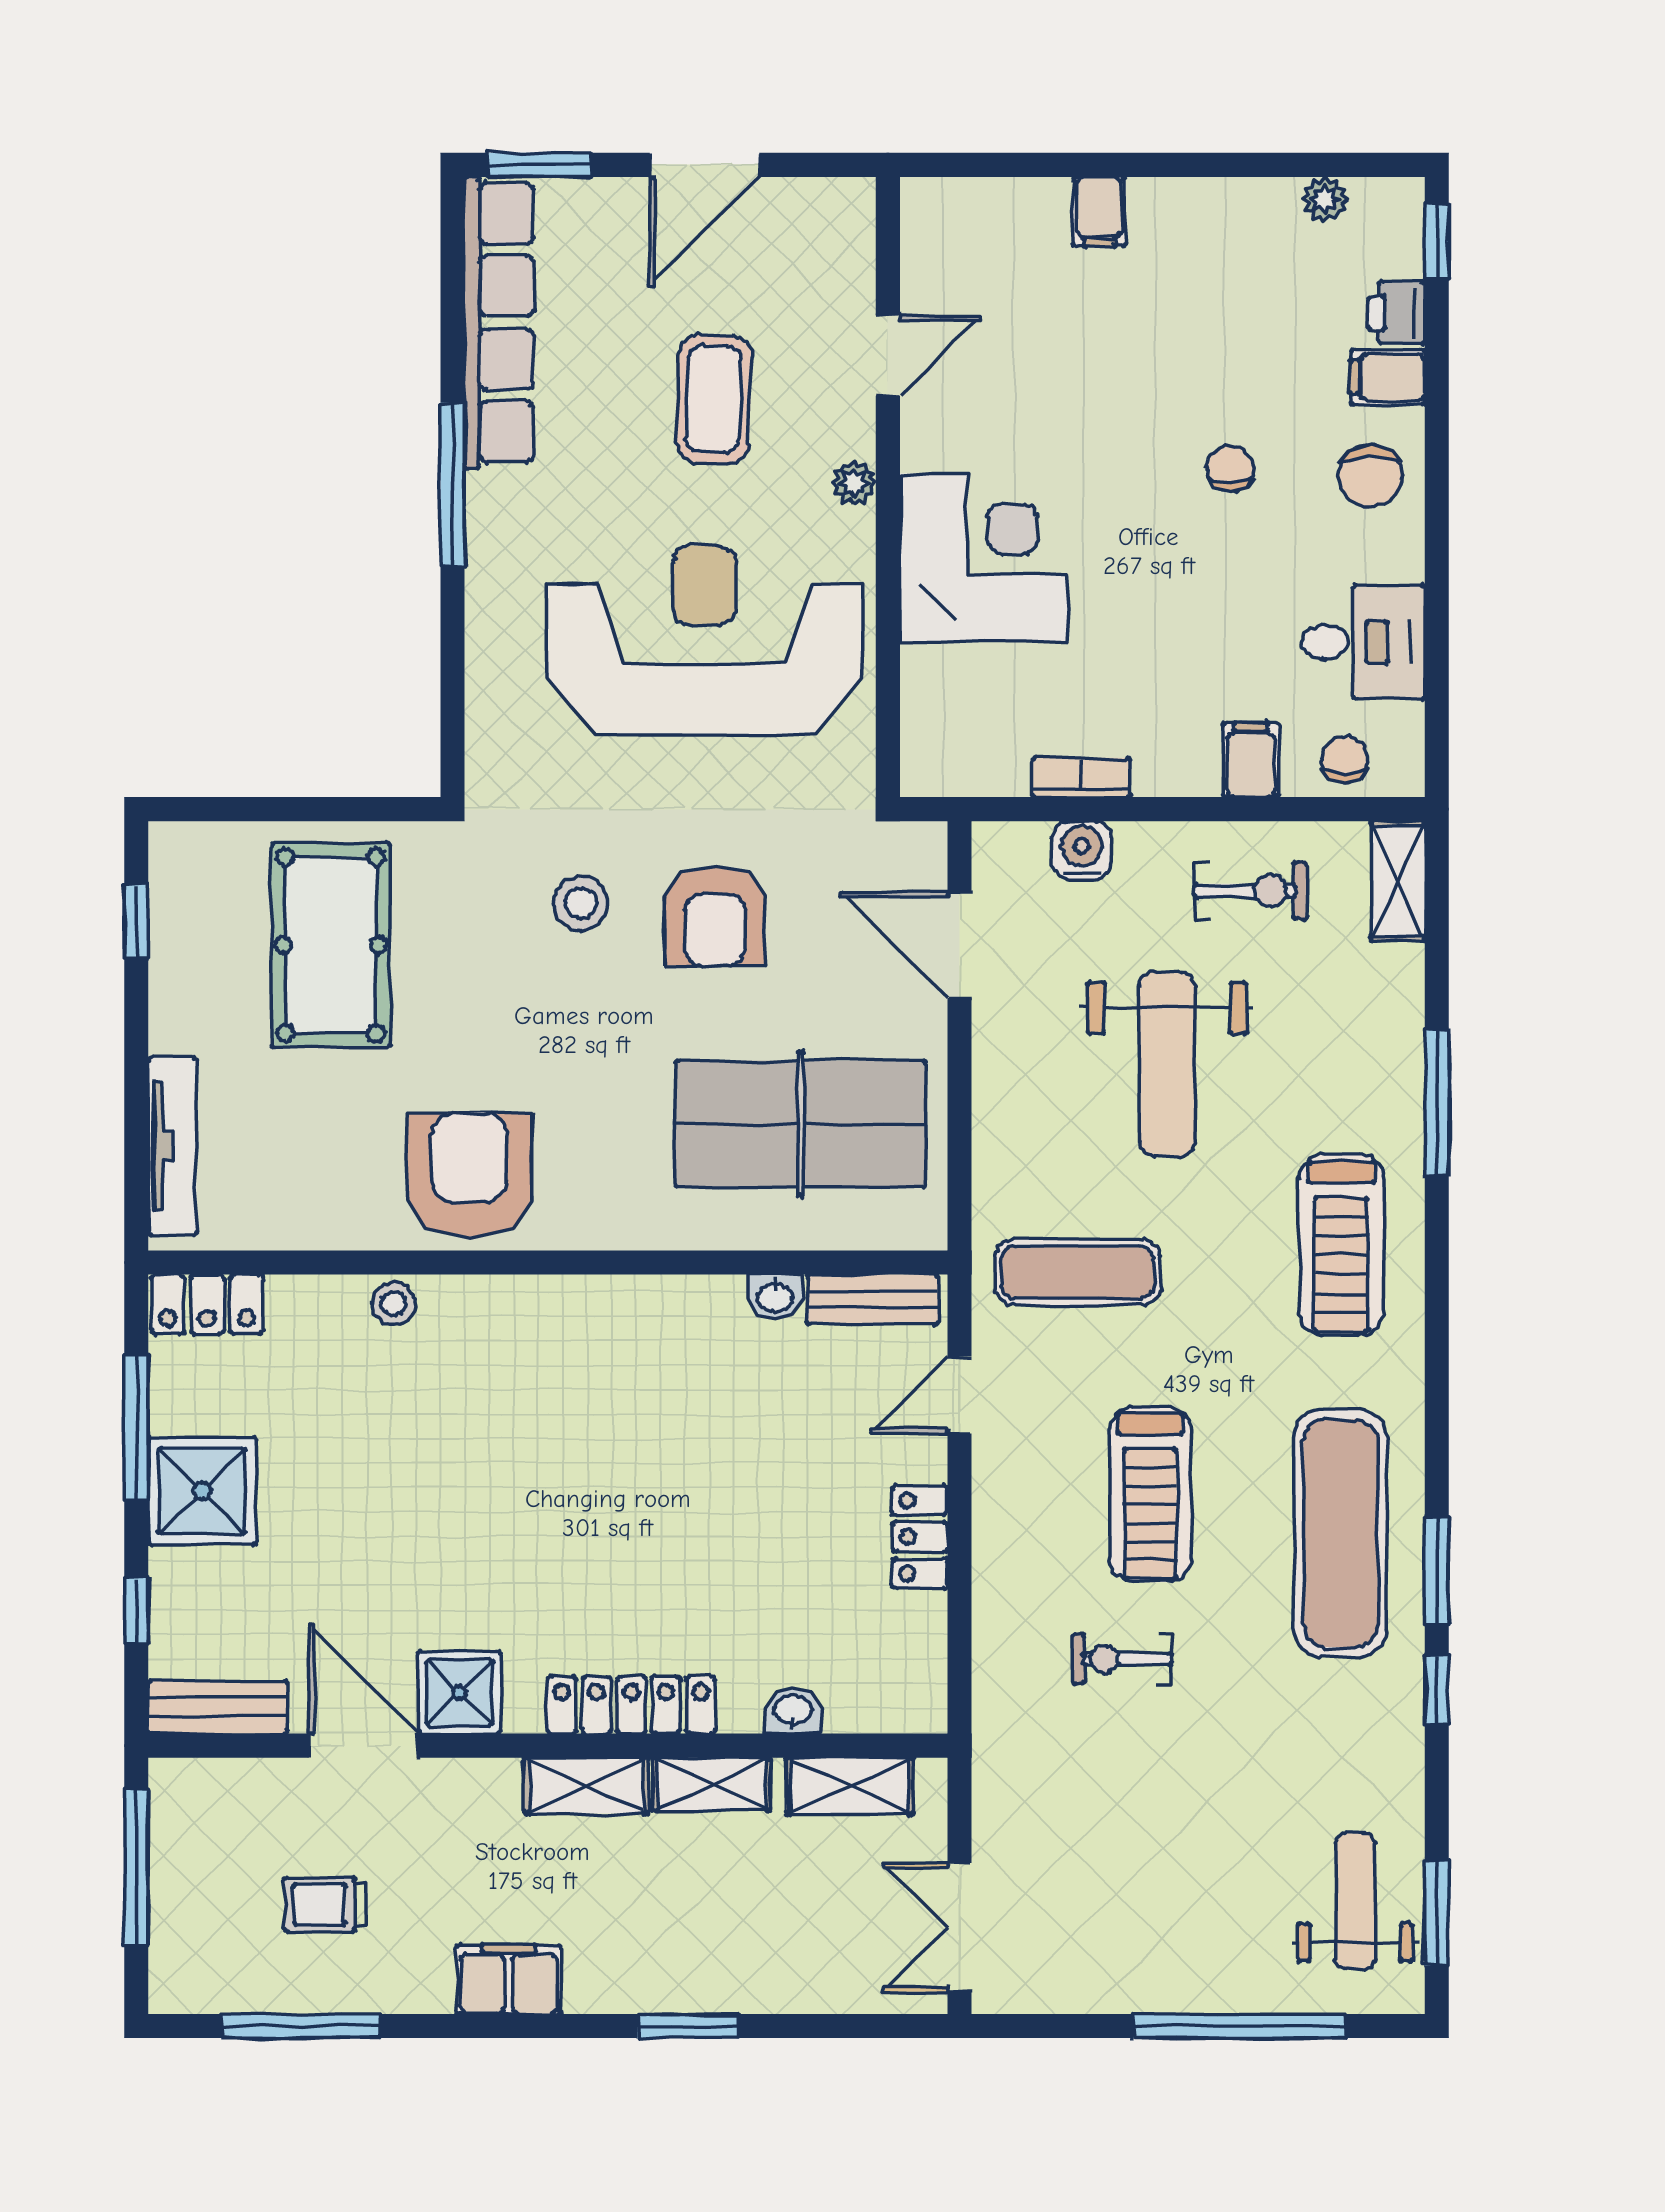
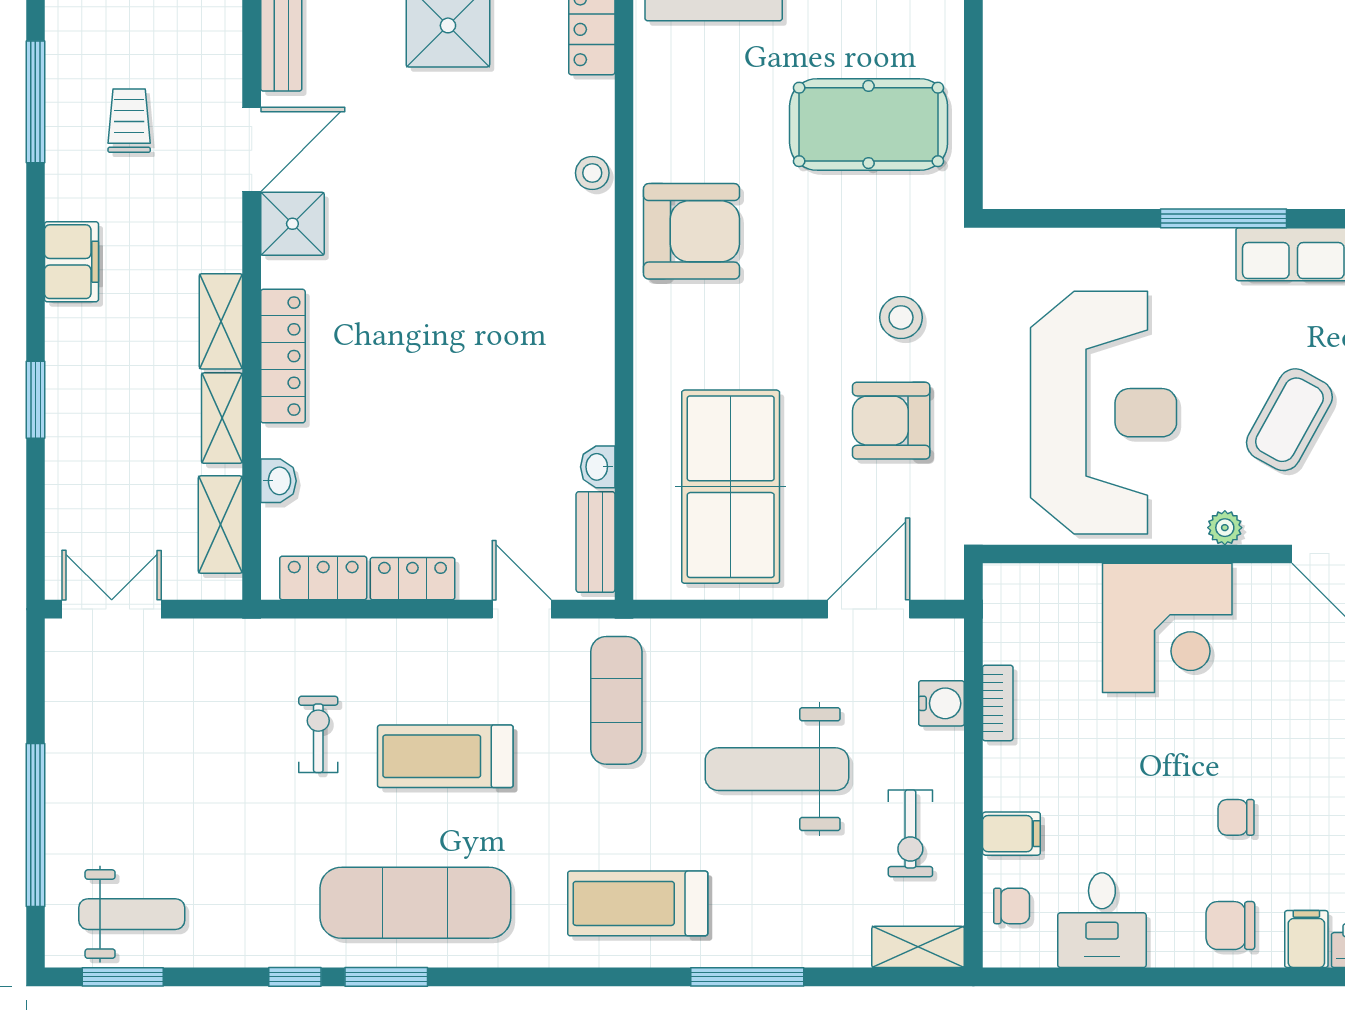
coffee table: (714, 399) -> (1289, 420), turned -63
chair: (1230, 468) -> (1236, 817), turned 180
locker: (919, 1653) -> (323, 578), added

